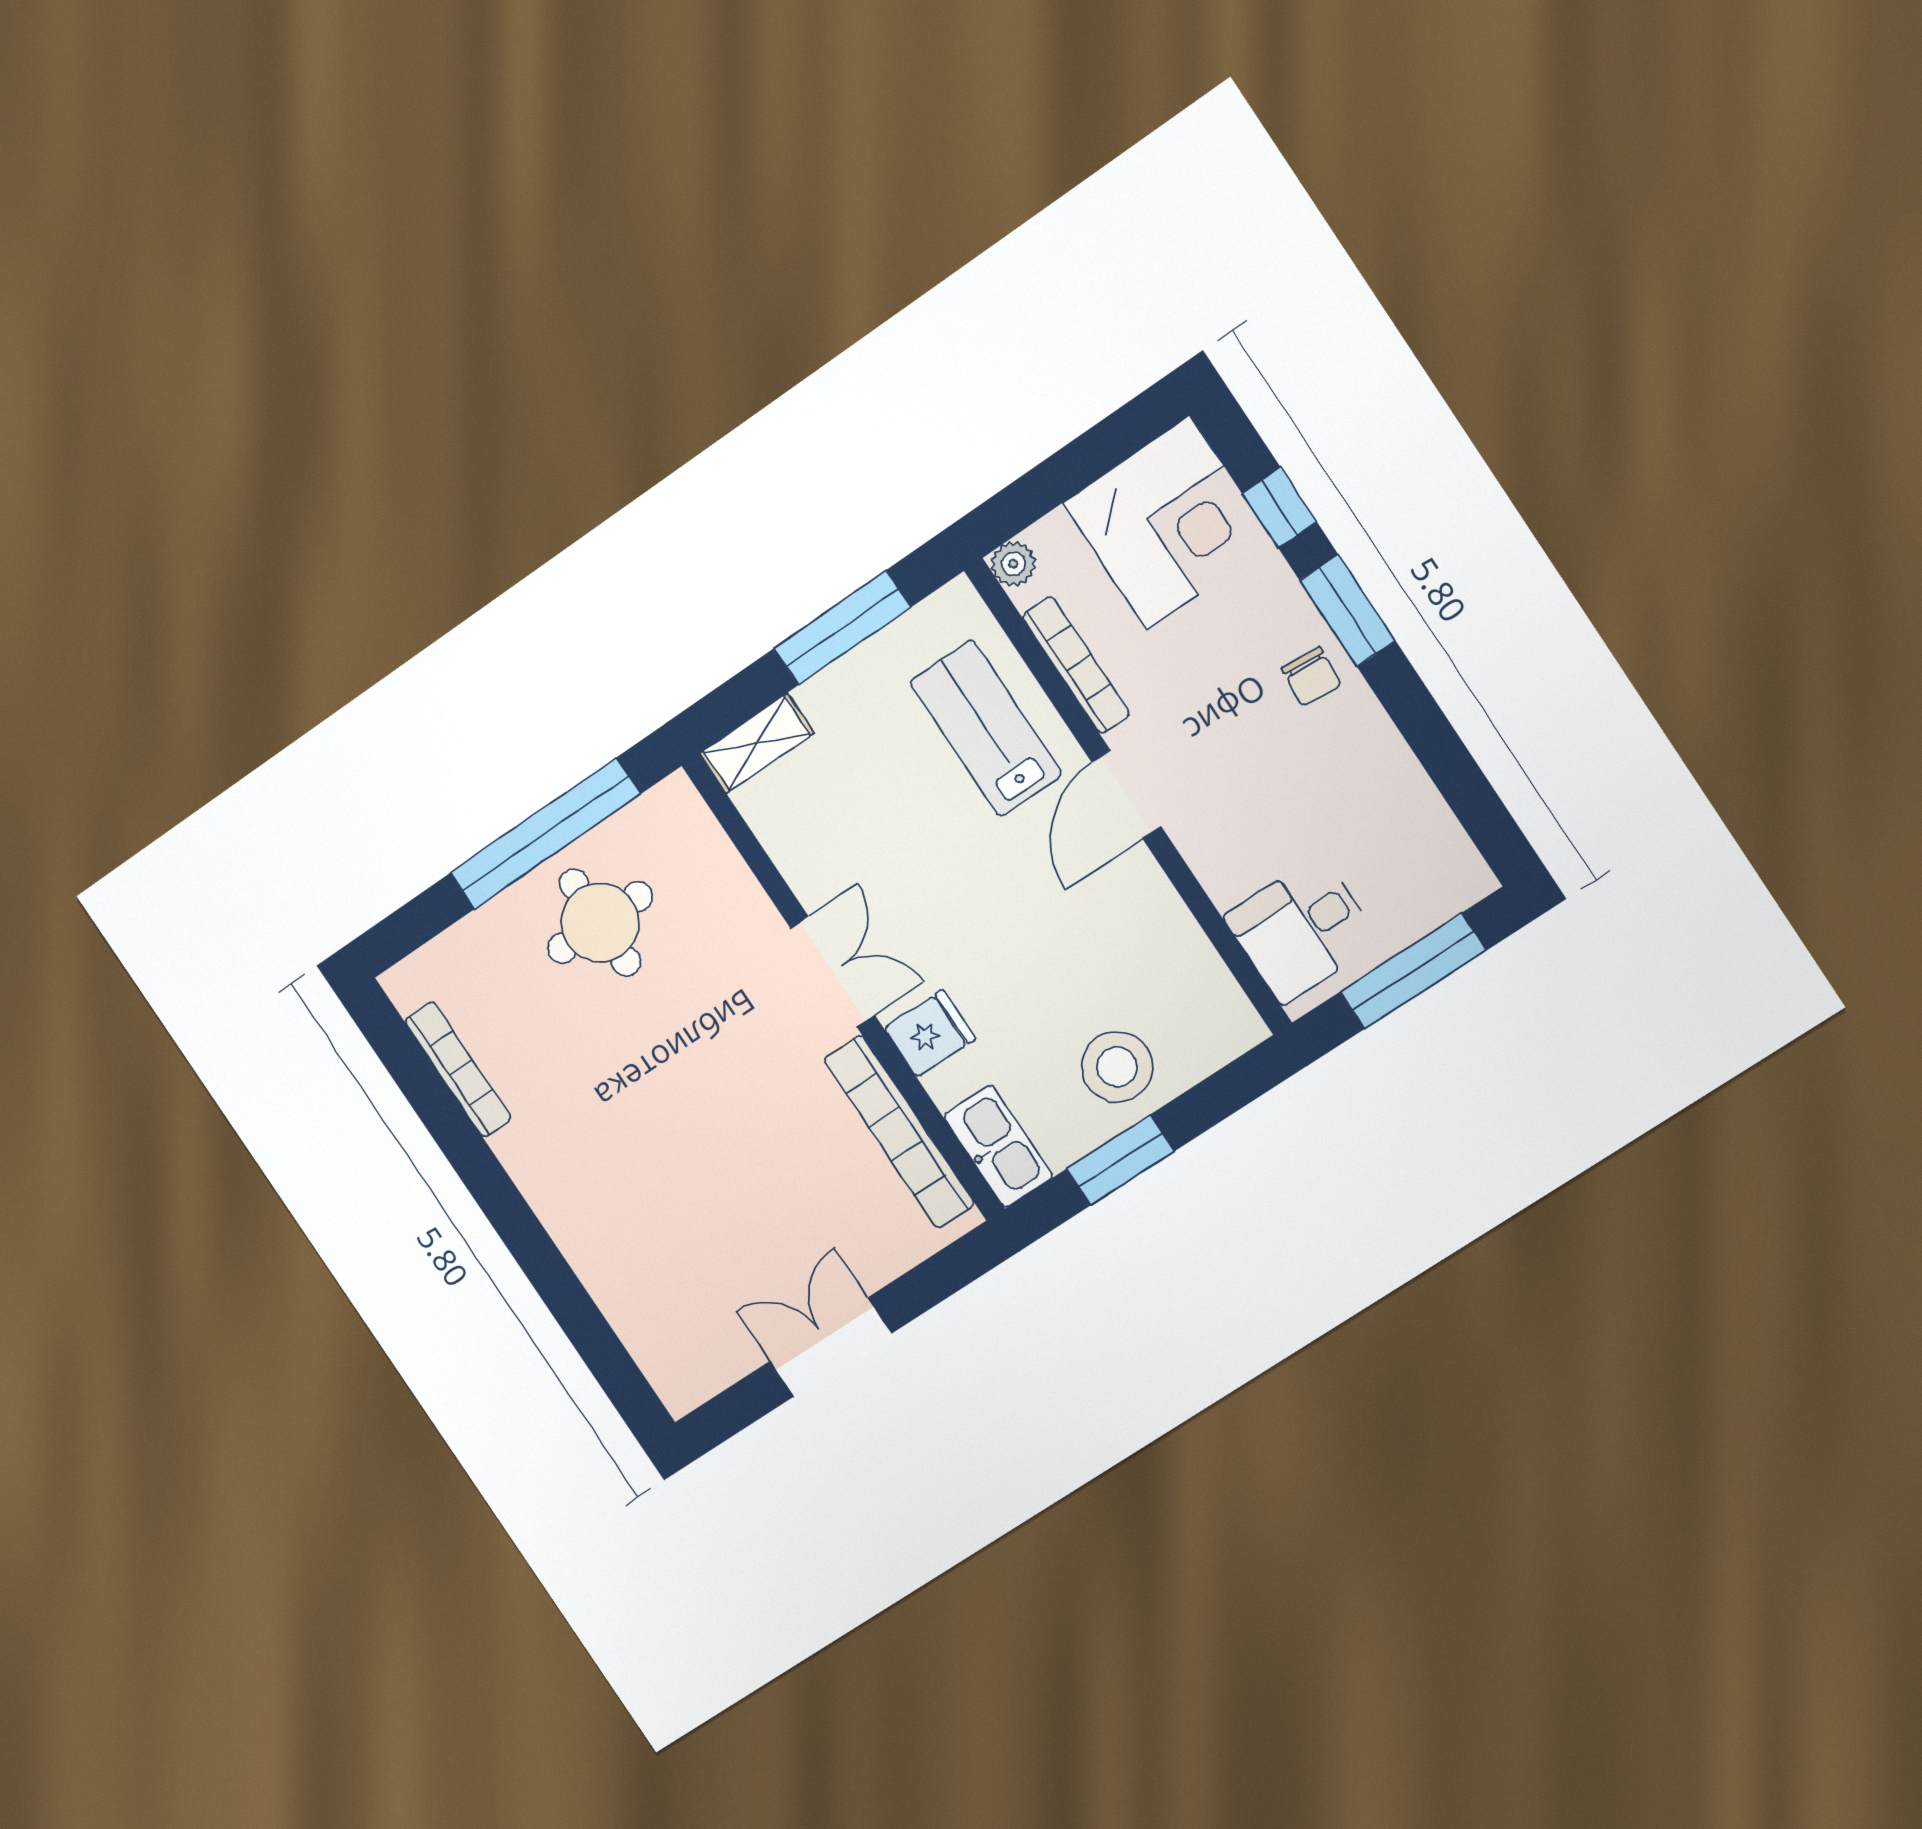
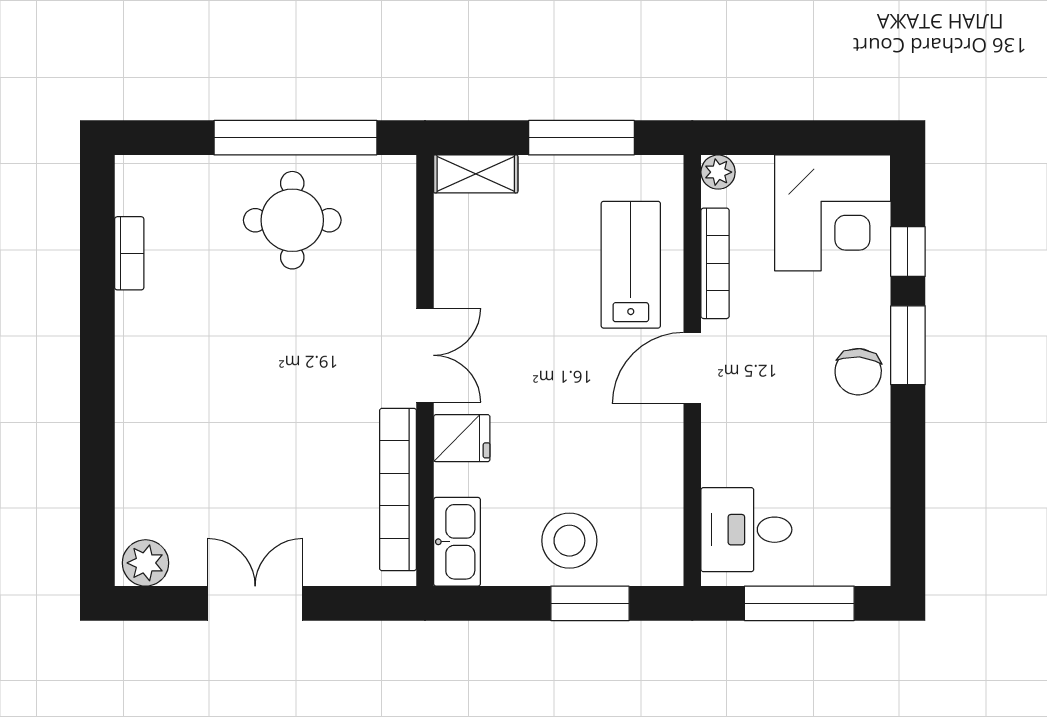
chair: (1311, 677) -> (858, 372), width x1.37, depth x1.37
bookcase: (458, 1070) -> (129, 253), width x0.64
window: (1120, 1160) -> (590, 603), moved
plant: (690, 1378) -> (146, 563), added

